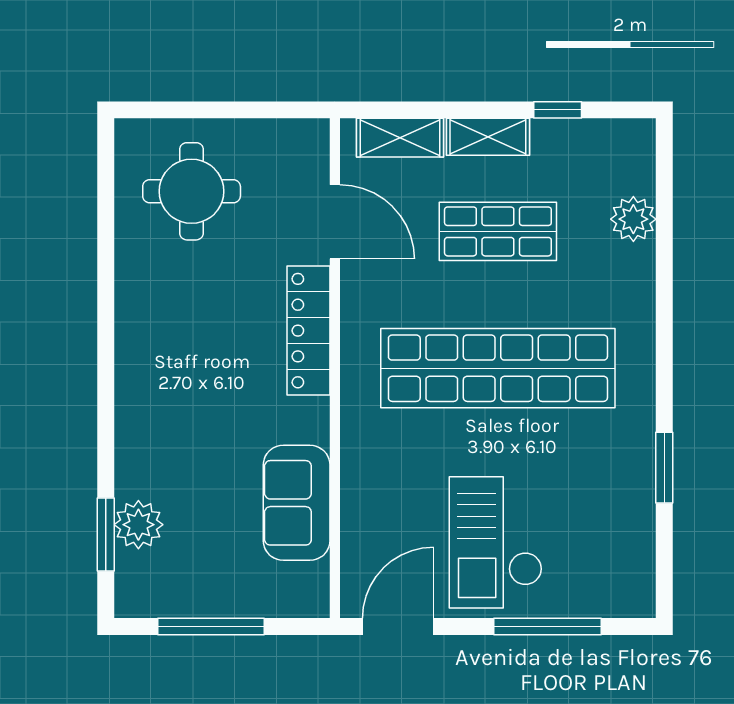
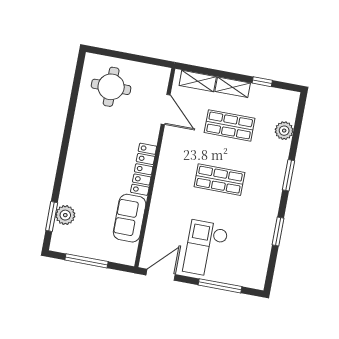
window: (664, 326) -> (289, 175), added
locker: (308, 331) -> (144, 169), moved
shop shelf: (498, 368) -> (219, 180), width x0.50, depth x0.74

